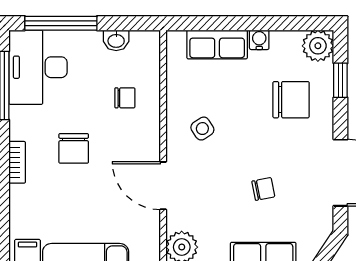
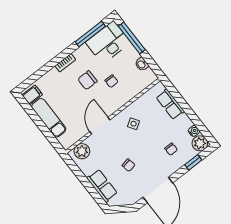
water cooler: (259, 40) -> (194, 131), moved
chair: (125, 98) -> (111, 81), moved
chair: (291, 100) -> (171, 149), width x0.54, depth x0.54

